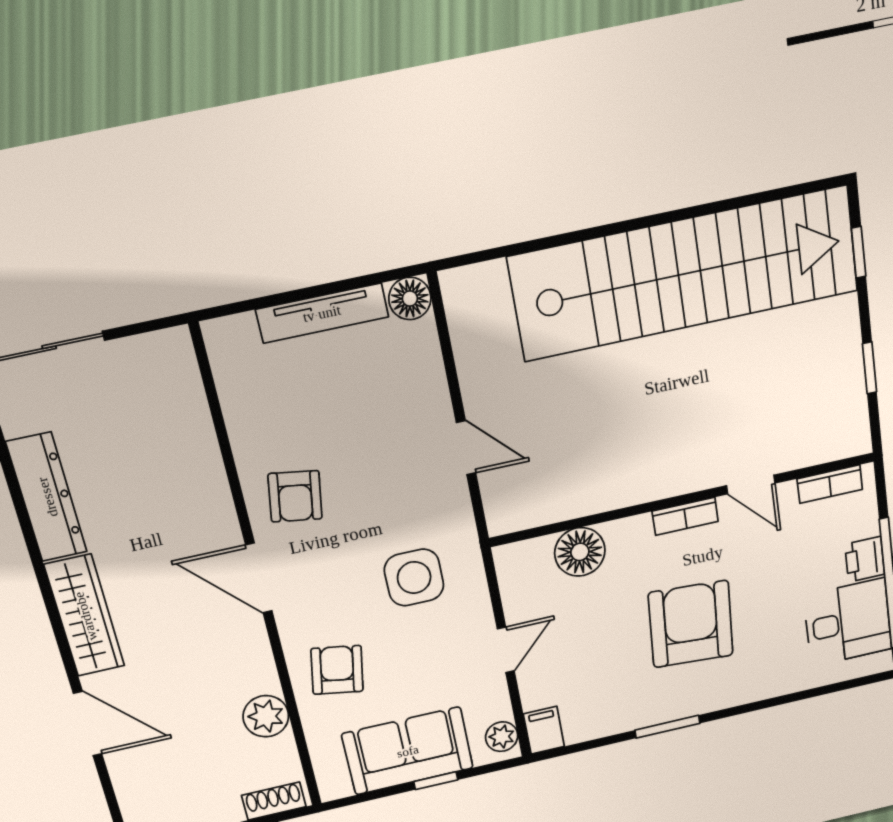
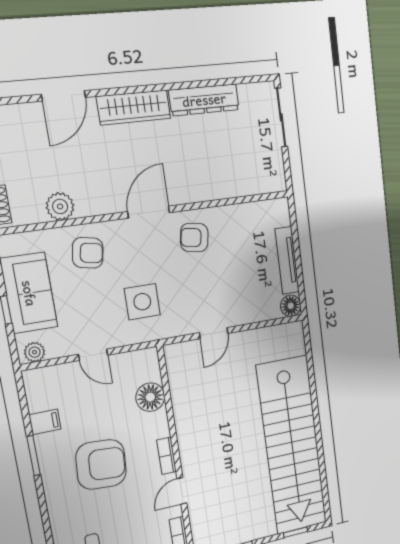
filing cabinet: (544, 730) -> (45, 422), moved

